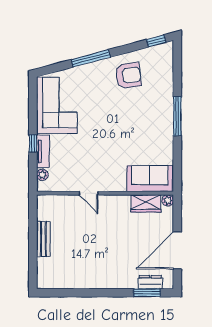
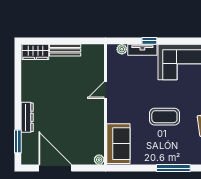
coffee table: (119, 126) -> (164, 117), added
wardrobe: (146, 203) -> (35, 52), moved, turned -90
dresser: (150, 282) -> (27, 117), moved, width x1.44

